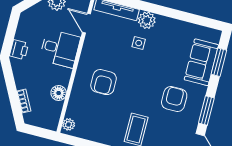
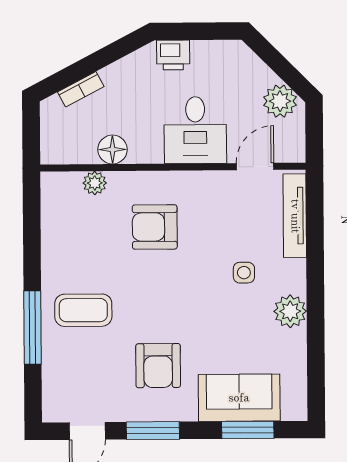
plant: (147, 20) -> (290, 311), moved
armchair: (174, 99) -> (158, 366), turned 90
plant: (69, 124) -> (95, 183), moved

